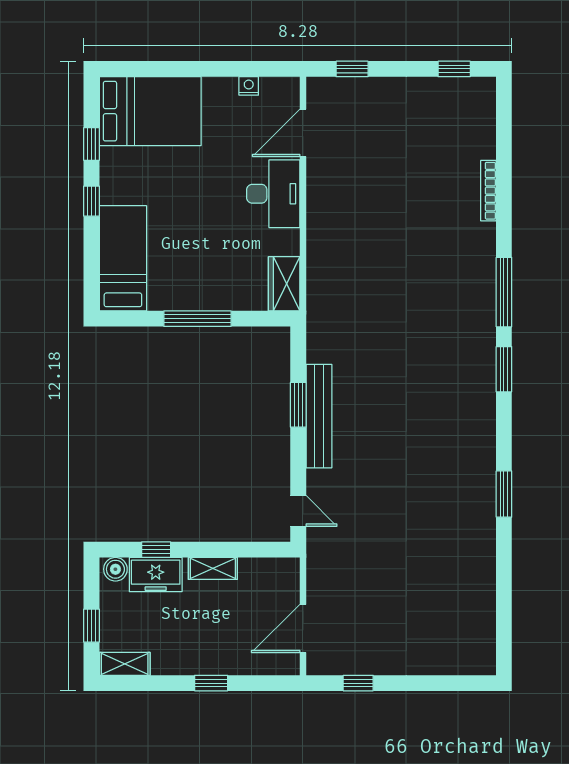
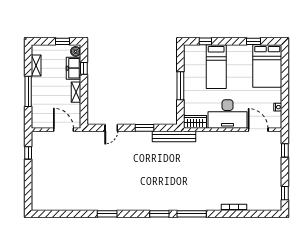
desk: (273, 194) -> (228, 114), width x1.36, depth x1.30
window: (91, 201) -> (205, 41), moved
bed: (123, 258) -> (216, 67), moved, turned 90
bench: (319, 416) -> (174, 136), moved
door: (298, 511) -> (111, 128), moved
window: (91, 626) -> (62, 41), moved
door: (303, 628) -> (64, 130), moved
shelving: (125, 664) -> (36, 65), moved
window: (211, 683) -> (28, 91), width x2.17

